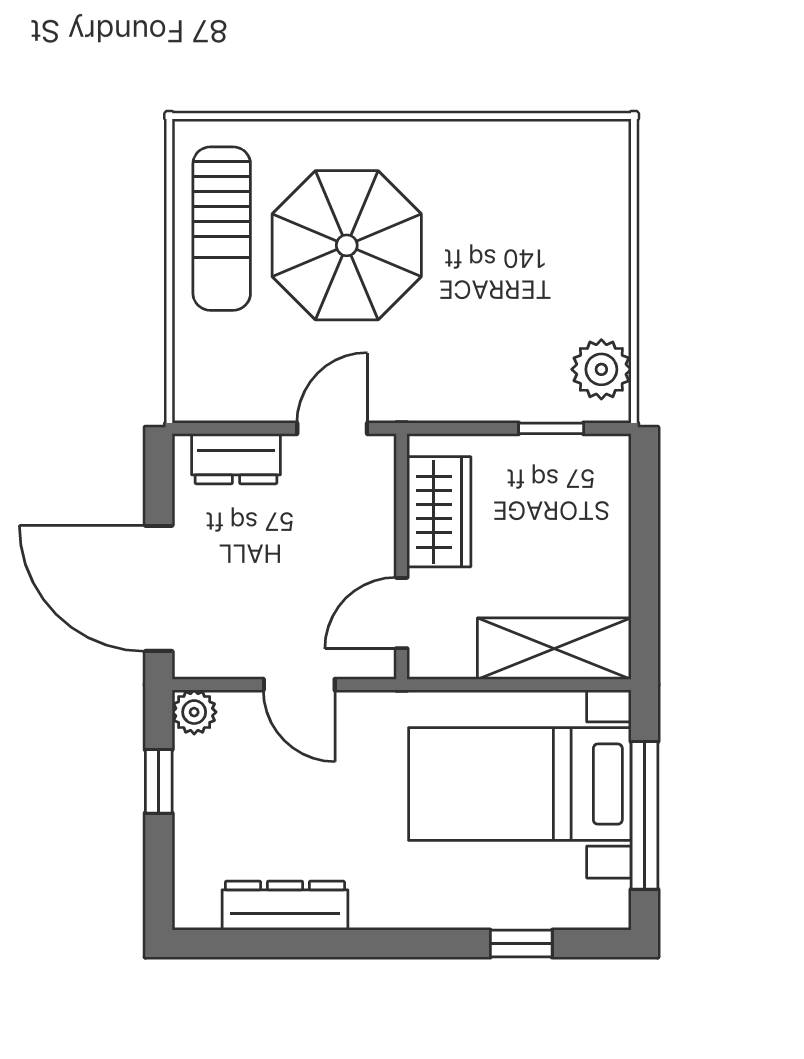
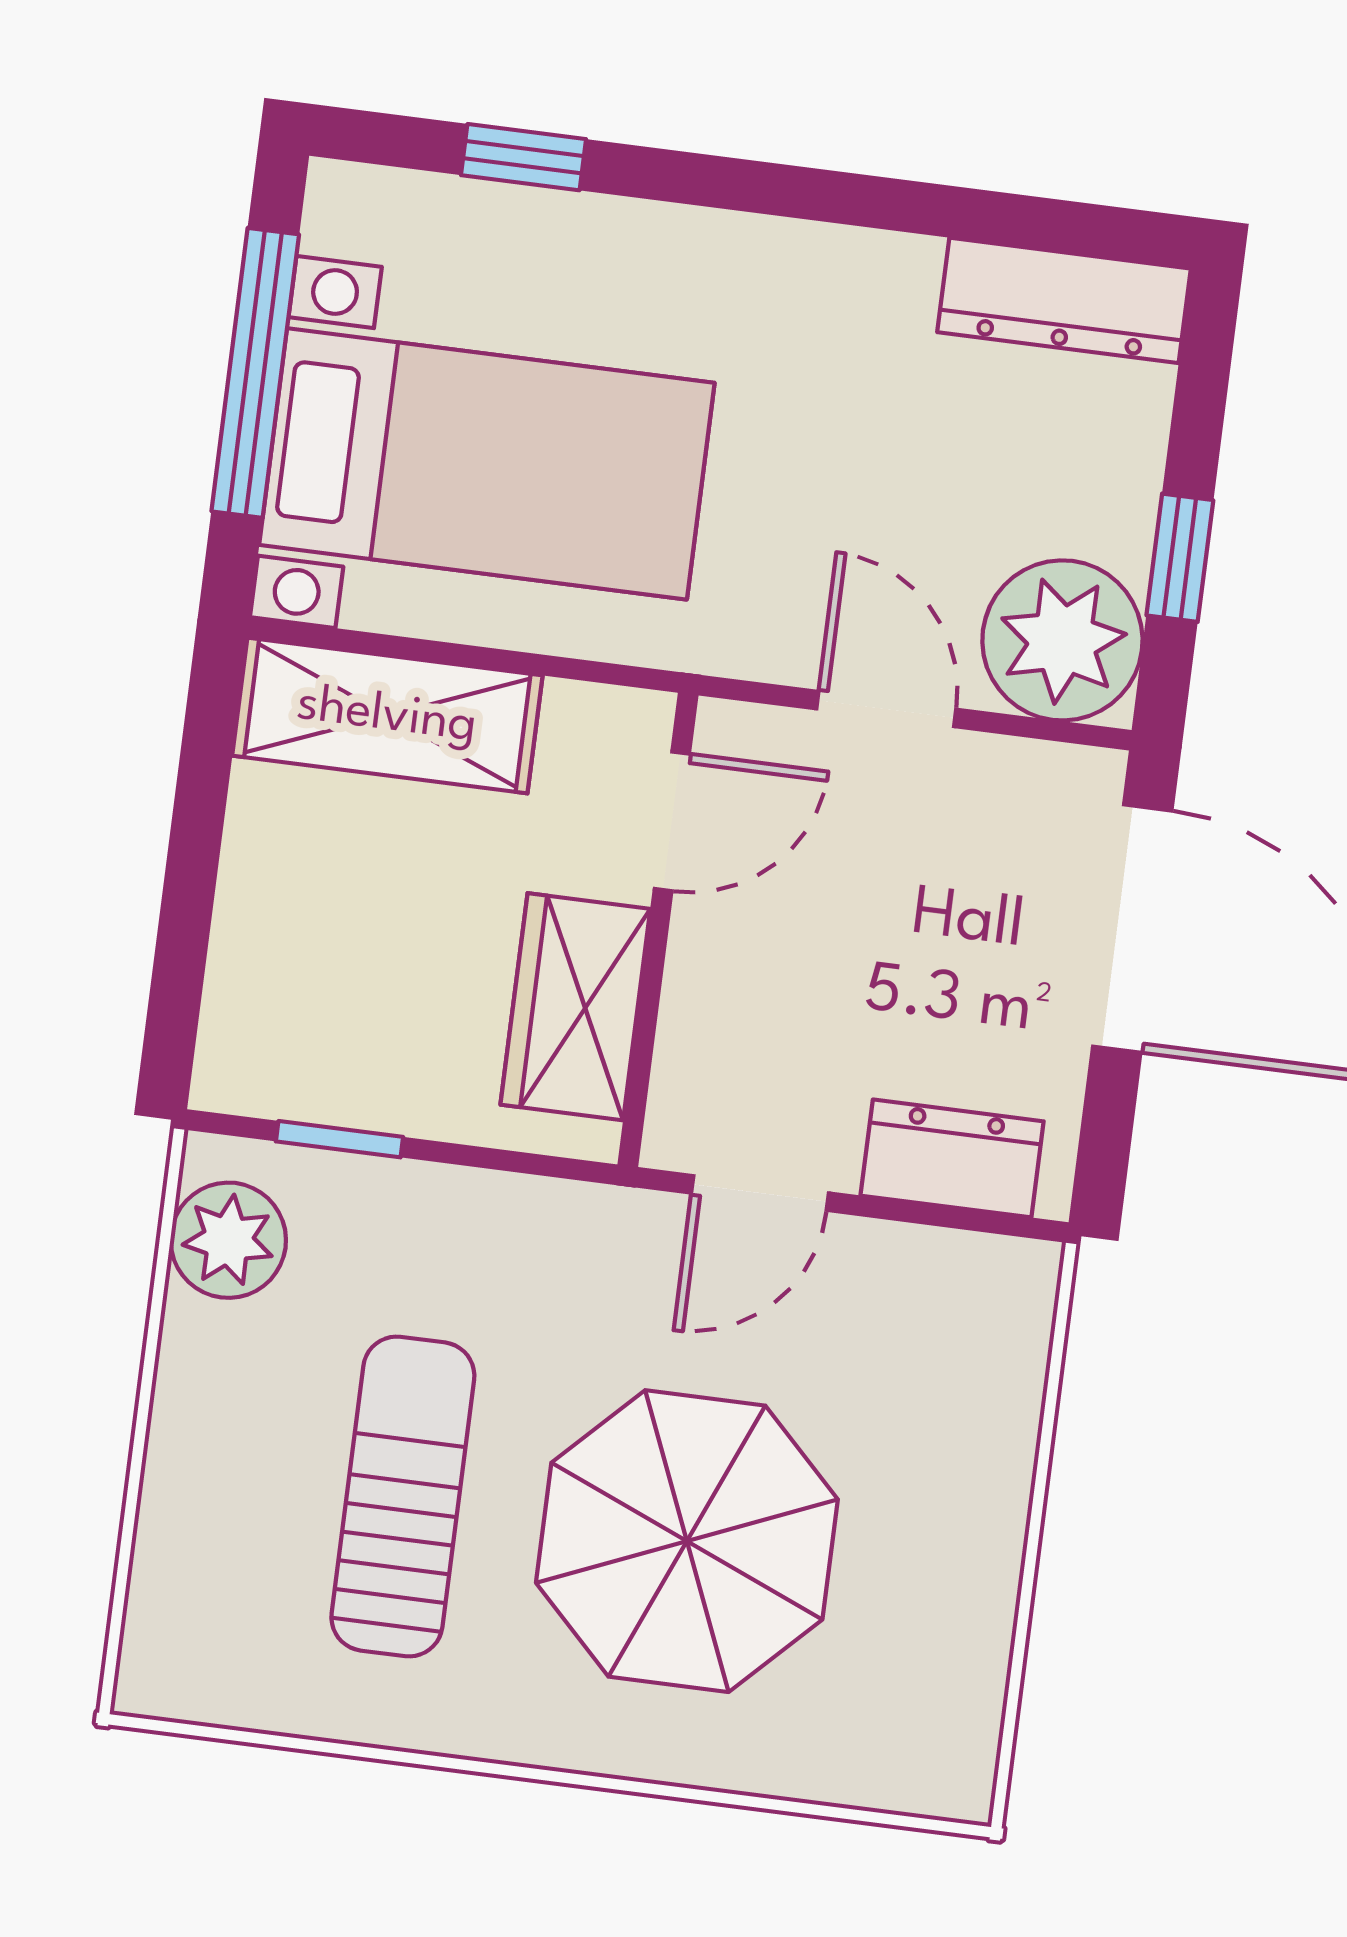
sun lounger: (222, 229) -> (403, 1497), moved
plant: (194, 712) -> (1062, 640), width x1.87, depth x1.87
dresser: (285, 906) -> (1064, 300), moved

